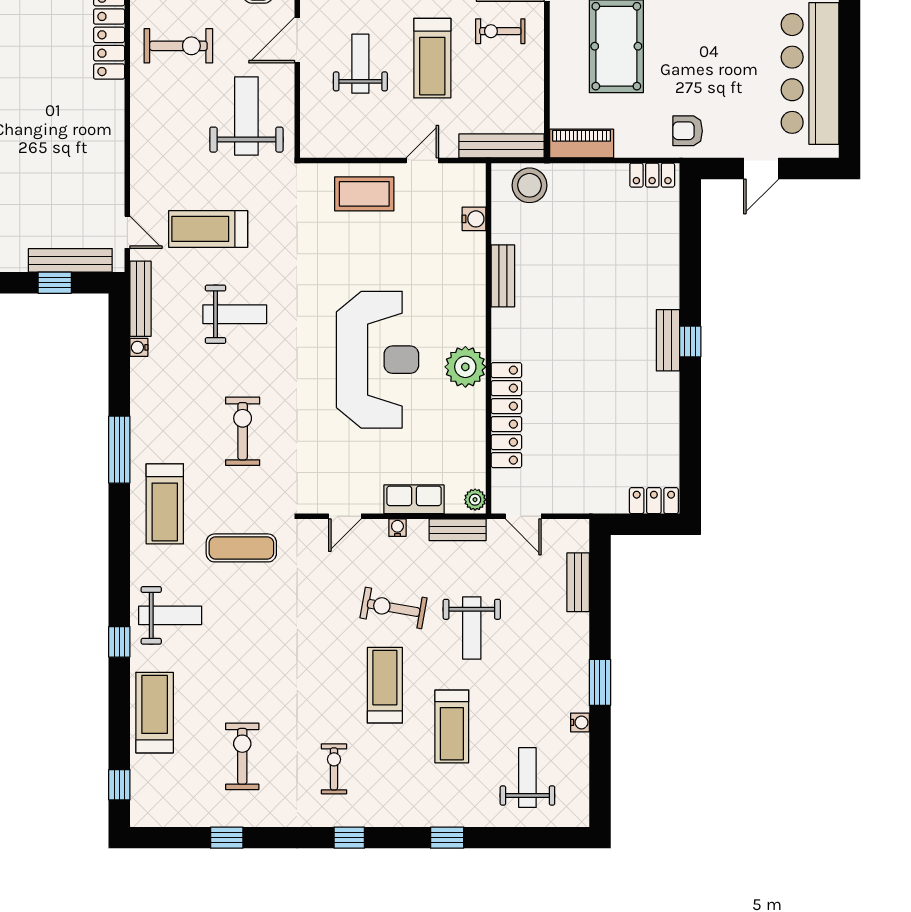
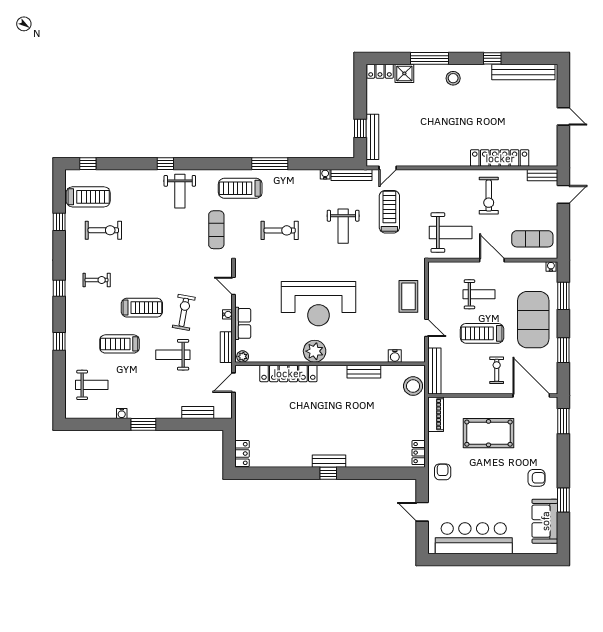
treadmill: (155, 713) -> (88, 197), moved

